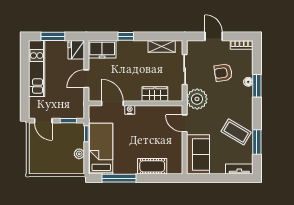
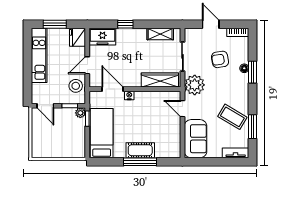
wardrobe: (155, 94) -> (160, 80), width x1.50
stool: (74, 100) -> (76, 86), added
plant: (79, 154) -> (80, 113), moved
cot: (152, 166) -> (140, 150), moved
window: (119, 178) -> (140, 162), moved

